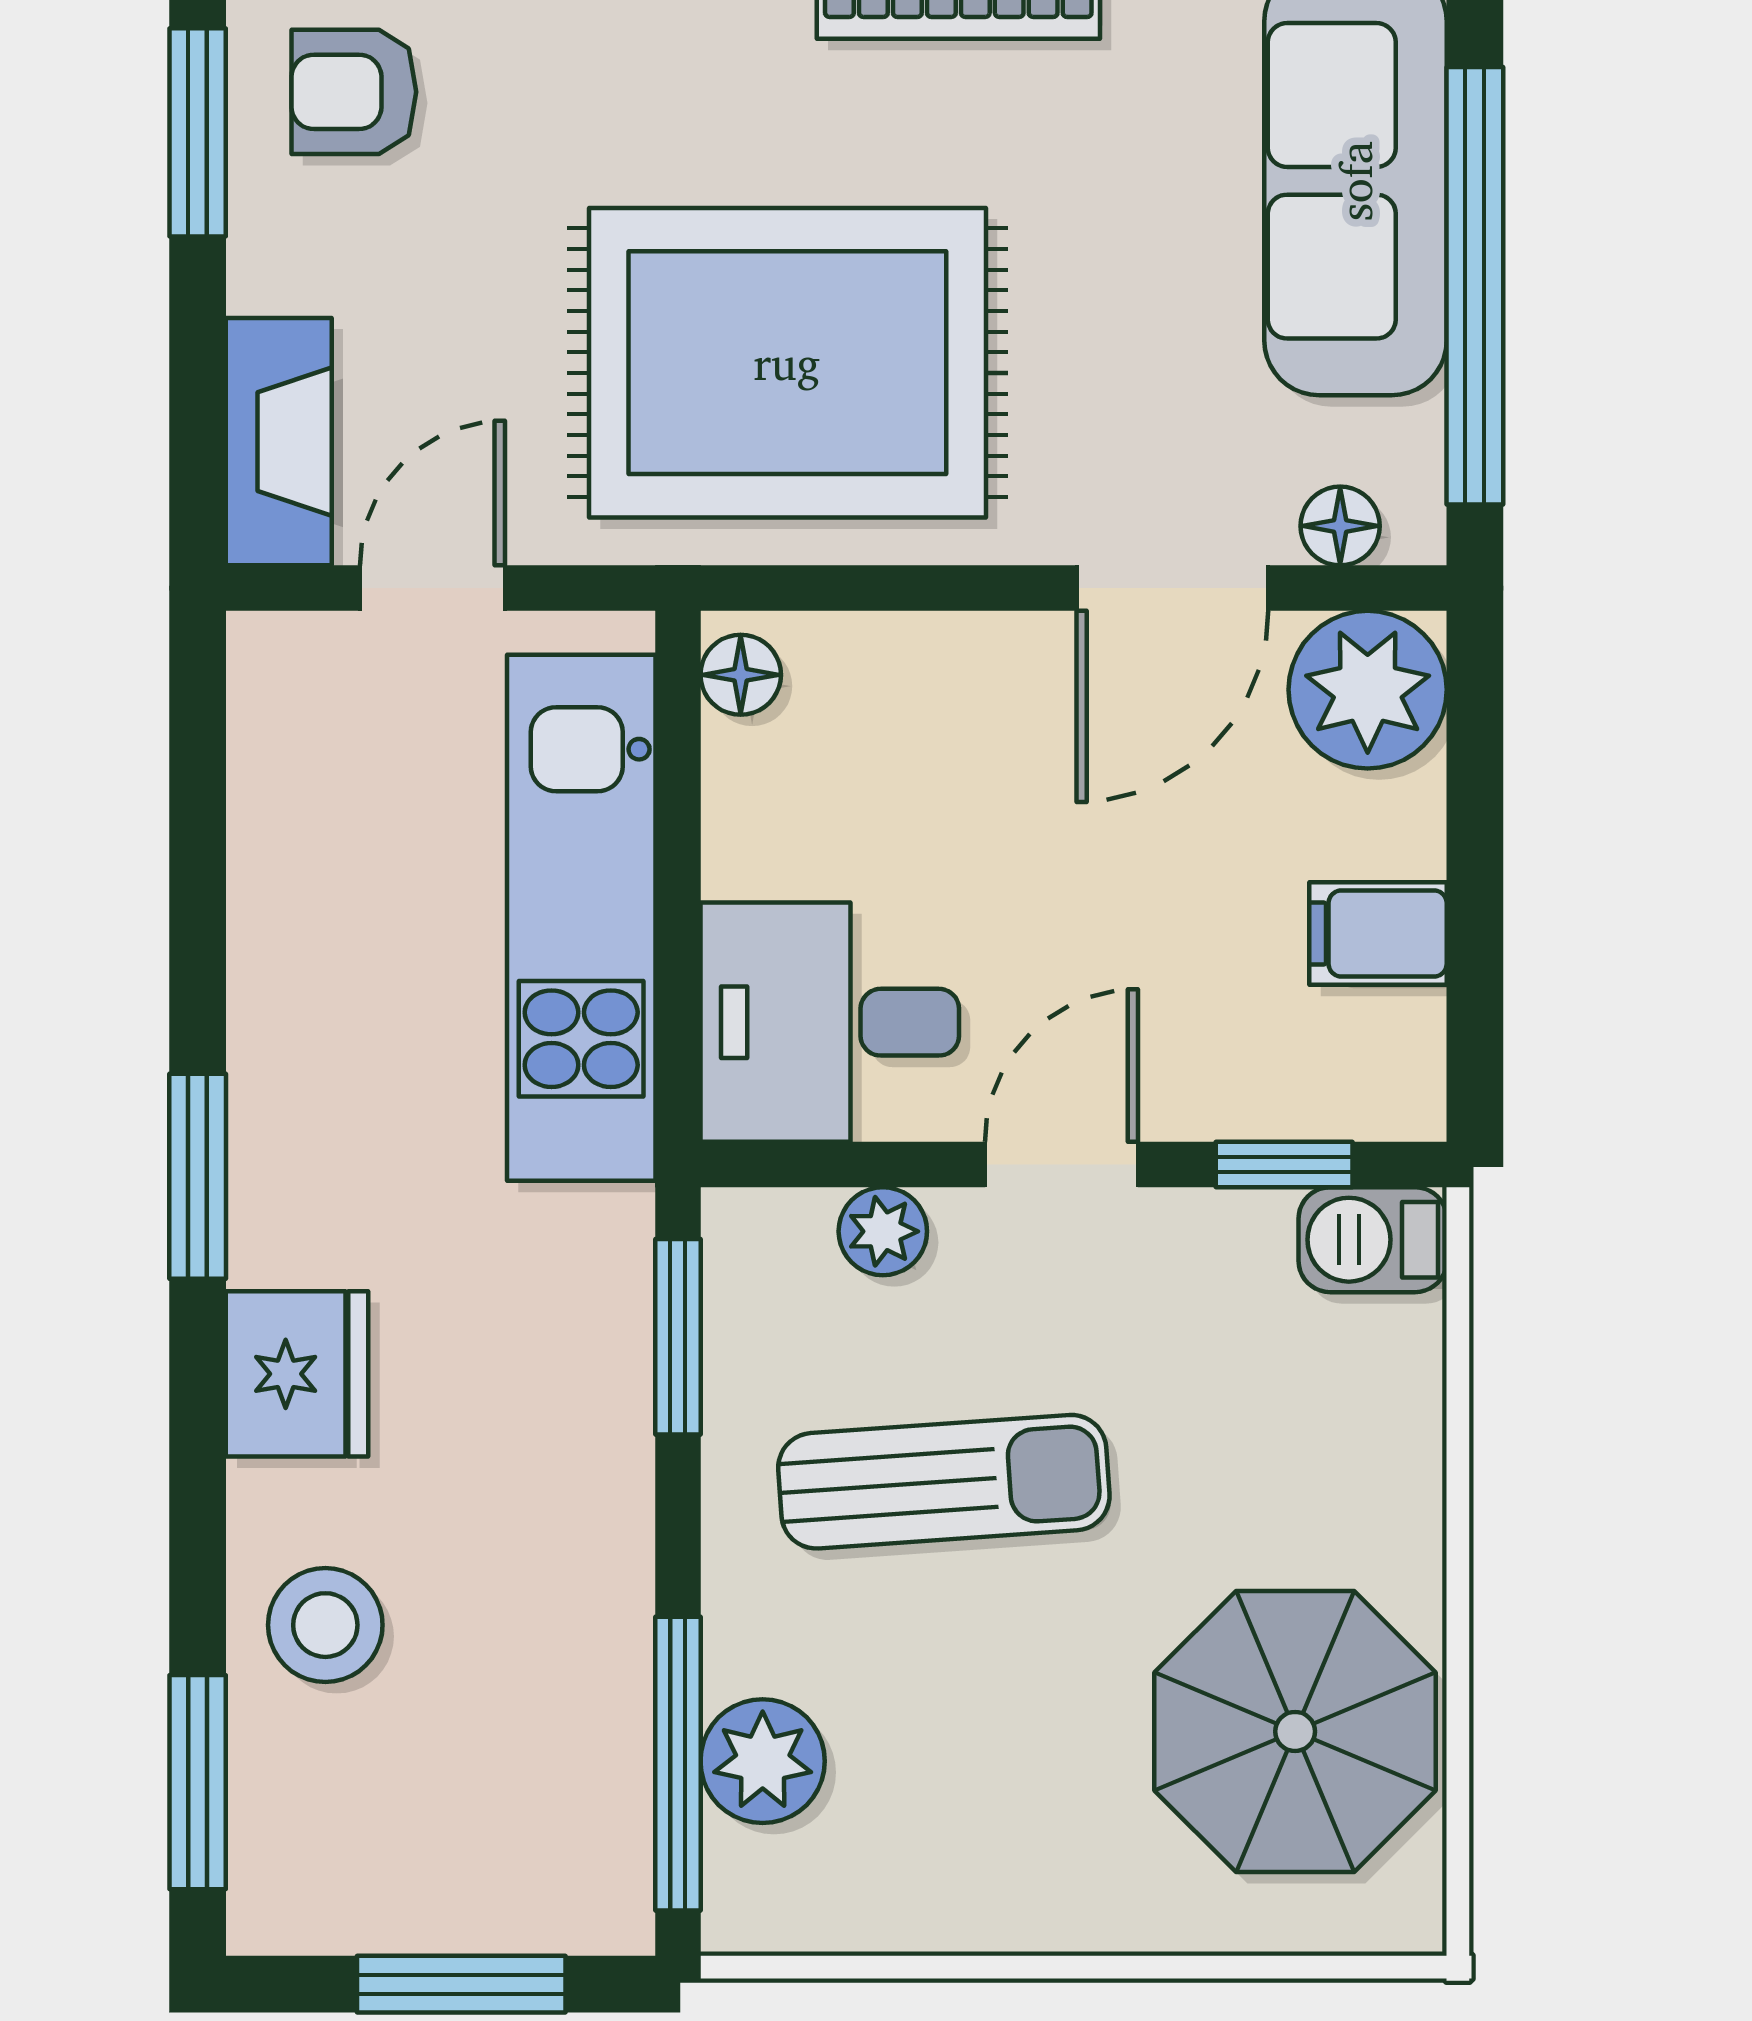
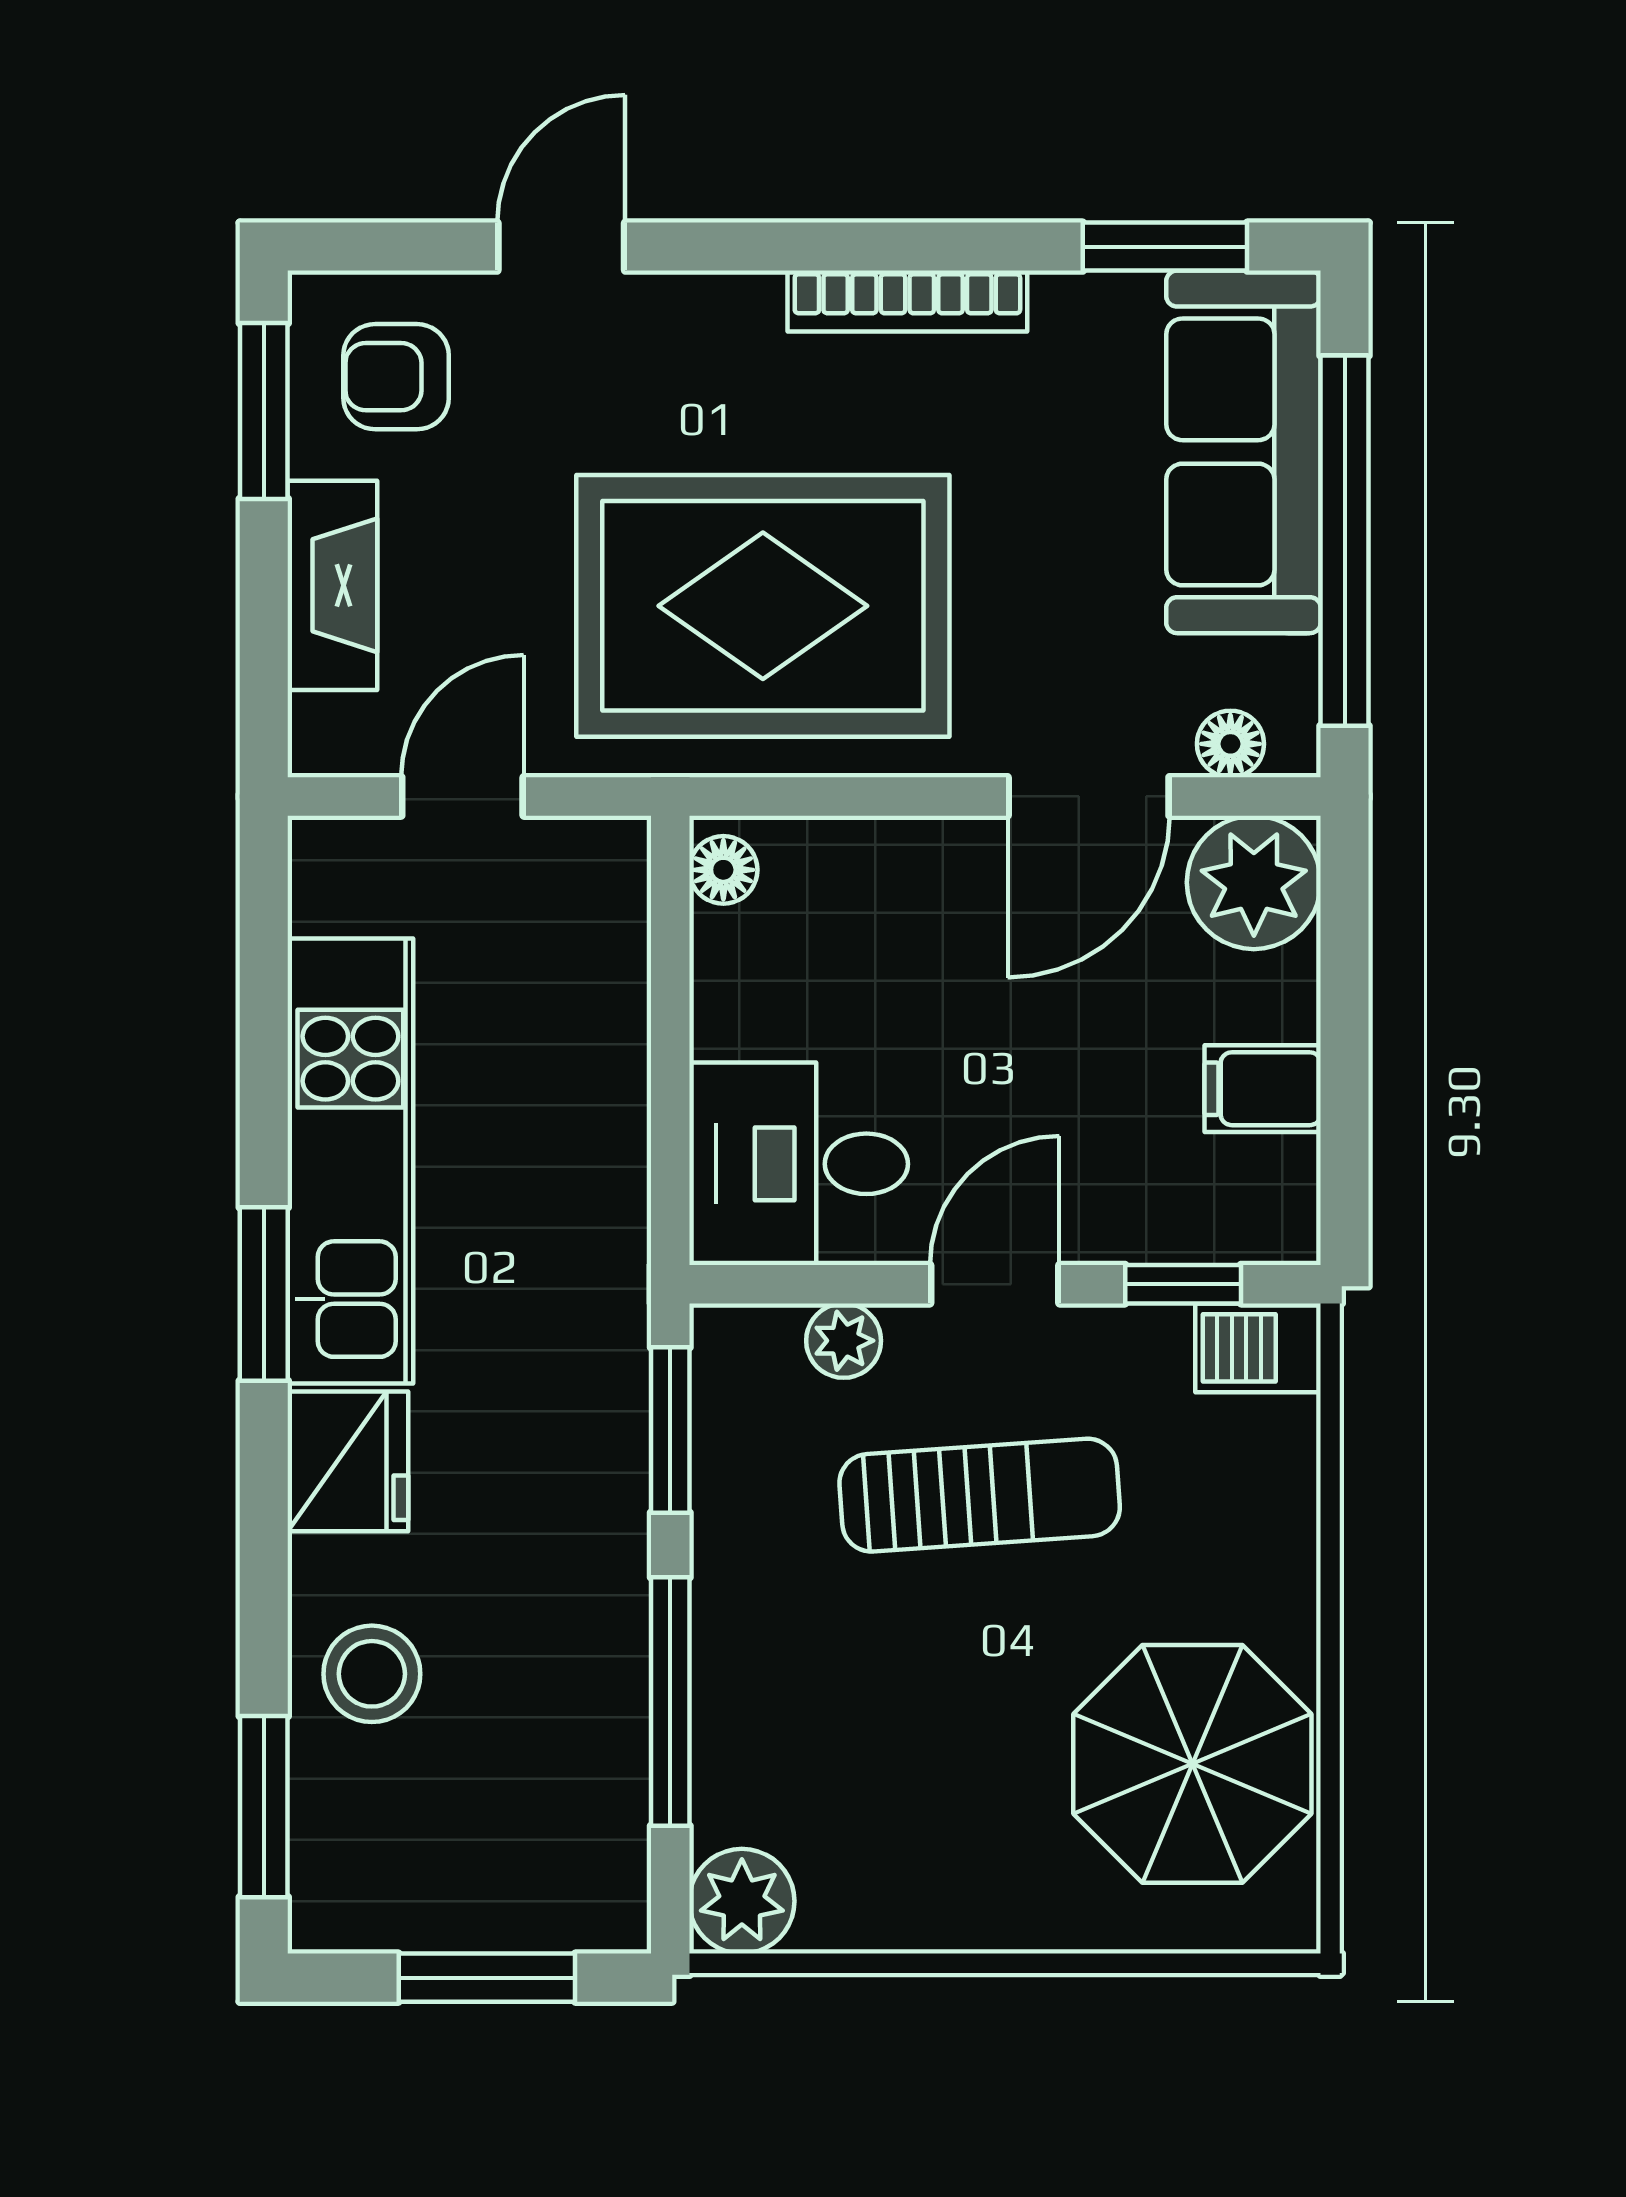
fireplace: (279, 442) -> (332, 585), moved
kitchen unit: (581, 918) -> (350, 1161), moved, turned 180
sun lounger: (944, 1482) -> (980, 1495), moved
plant: (763, 1761) -> (742, 1901), moved
window: (678, 1764) -> (670, 1702), moved

